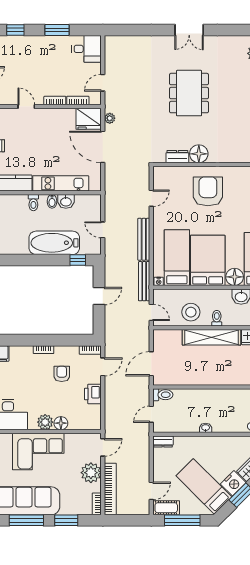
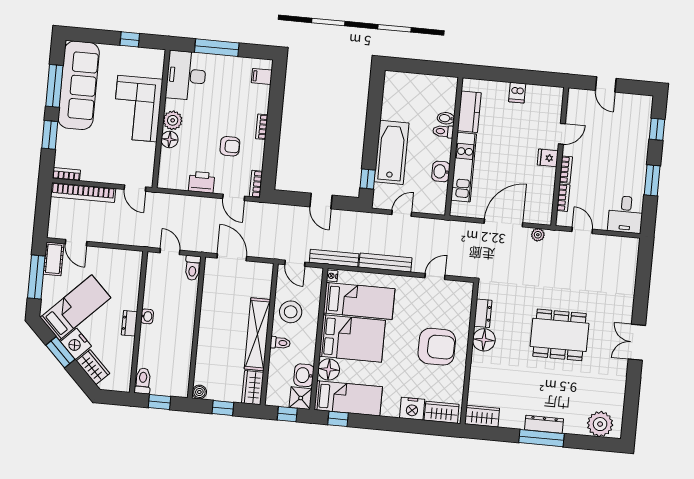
fridge: (89, 119) -> (548, 158), moved, width x0.53, depth x0.75
door: (151, 198) -> (435, 277), swing flipped
bidet: (52, 201) -> (446, 118), moved
door: (151, 312) -> (295, 263), hinge flipped
dresser: (163, 442) -> (129, 323), moved
plant: (91, 473) -> (105, 171), removed

